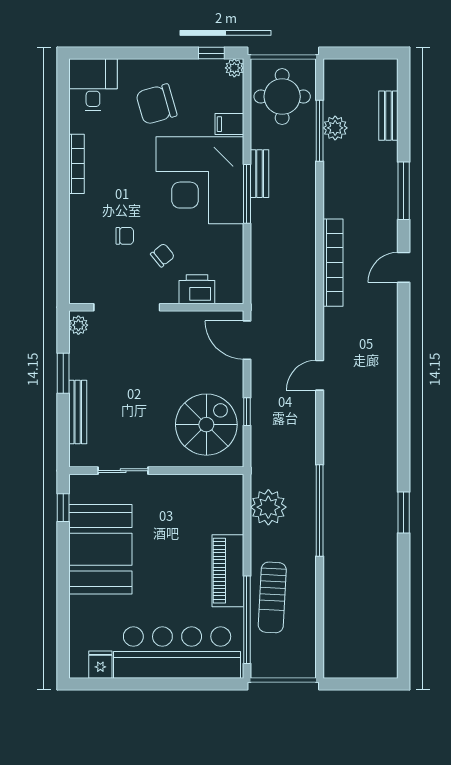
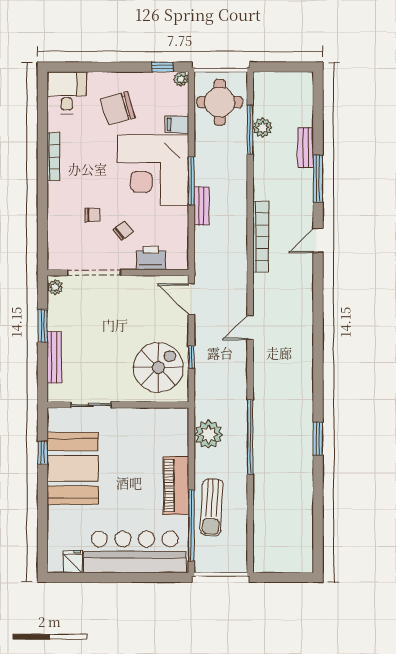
bench: (388, 116) -> (306, 148), moved
bench: (260, 174) -> (201, 206), moved
window: (63, 508) -> (43, 453), moved

